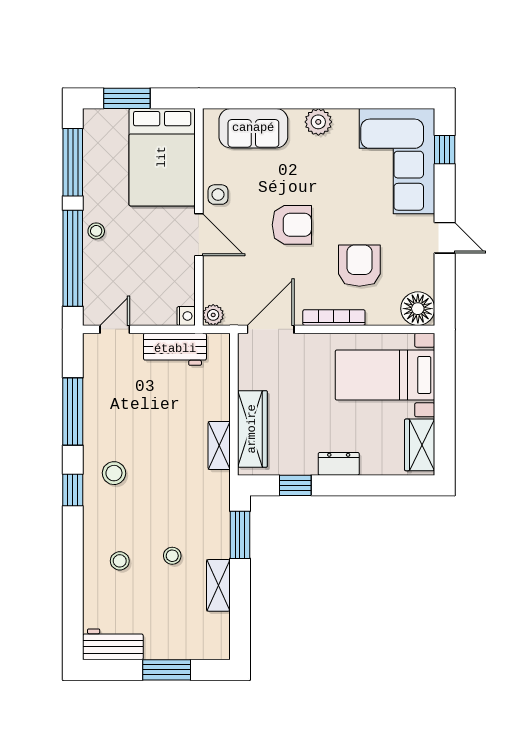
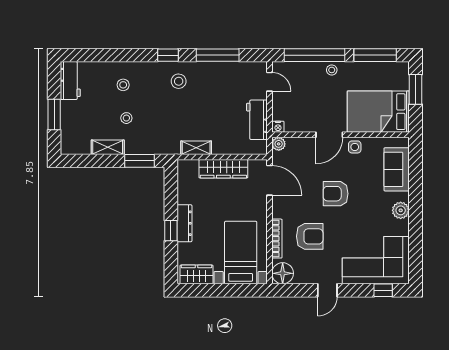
armchair: (292, 225) -> (336, 194), turned 90
bookcase: (334, 318) -> (277, 239), moved
wardrobe: (252, 429) -> (223, 169), moved
dresser: (339, 464) -> (185, 223), width x1.44
window: (295, 485) -> (171, 231), moved

